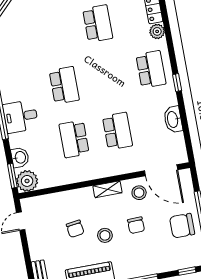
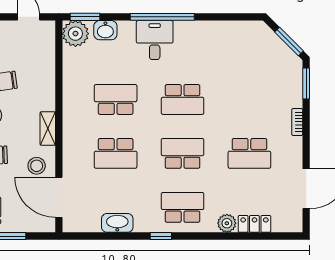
school desk: (151, 69) -> (183, 207), turned 180
school desk: (108, 77) -> (183, 153), added
door: (161, 170) -> (59, 197), hinge flipped

